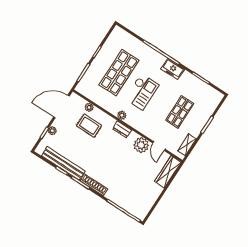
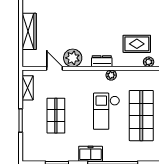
wardrobe: (168, 172) -> (29, 31), moved

